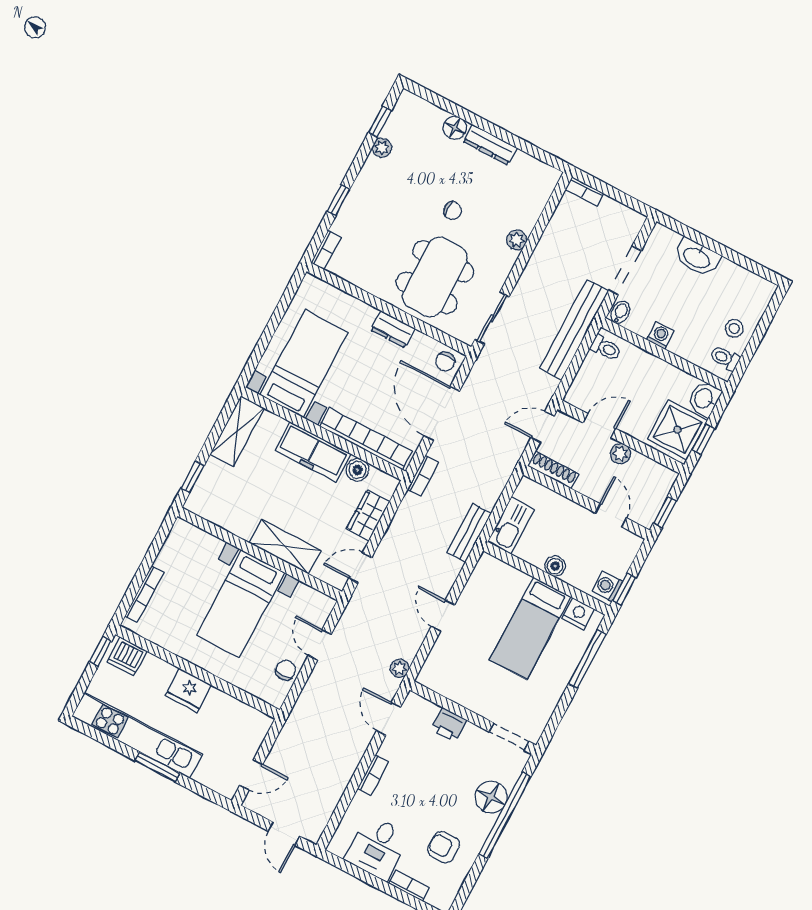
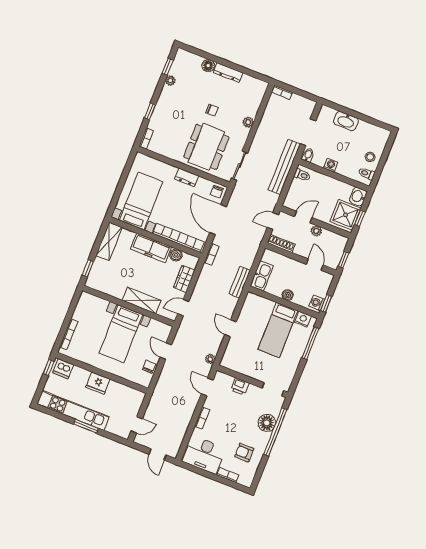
desk: (377, 848) -> (204, 455), width x1.37

